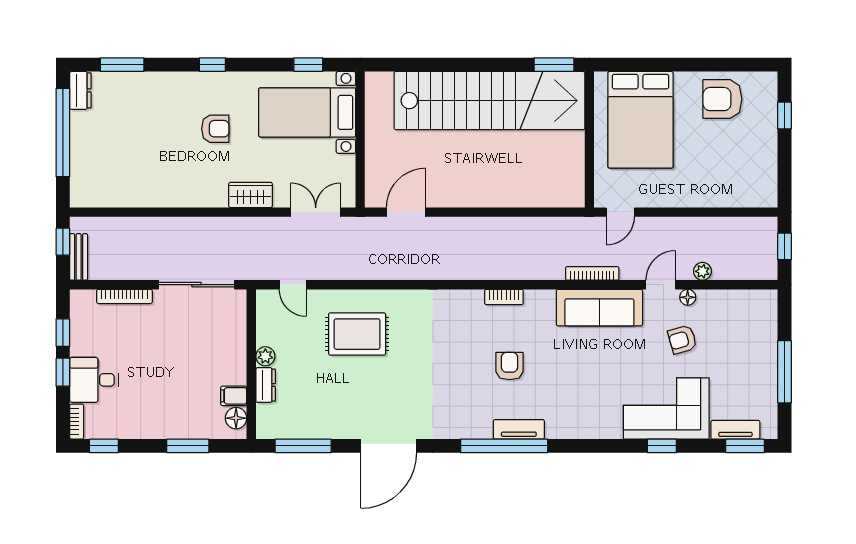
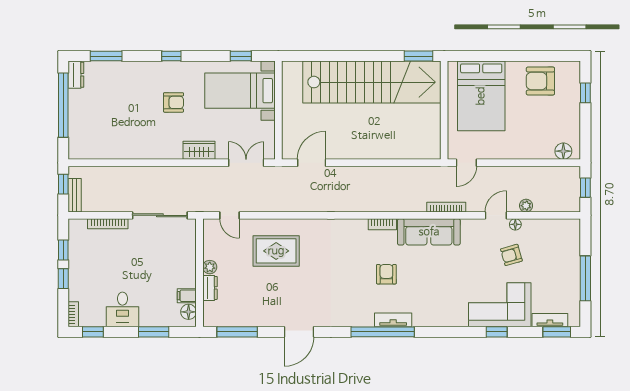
floor lamp: (754, 196) -> (563, 151), added
sofa: (599, 308) -> (429, 232), moved
desk: (94, 380) -> (122, 309), moved, turned -90
door: (389, 446) -> (299, 332), width x0.73

